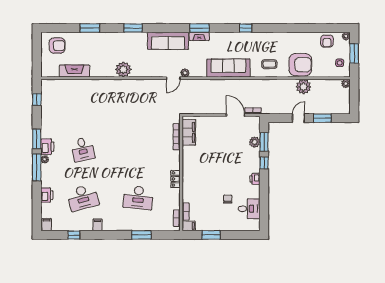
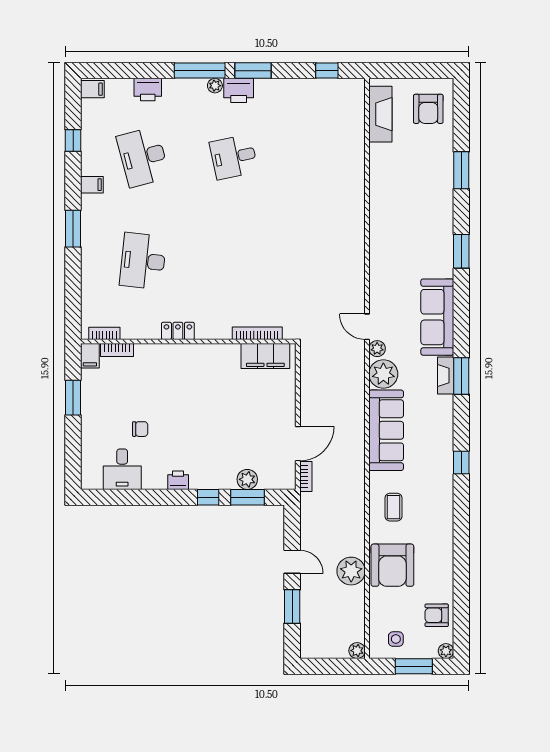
plant: (123, 70) -> (383, 374), moved
fireplace: (74, 71) -> (380, 114), moved
window: (141, 235) -> (73, 229), moved

